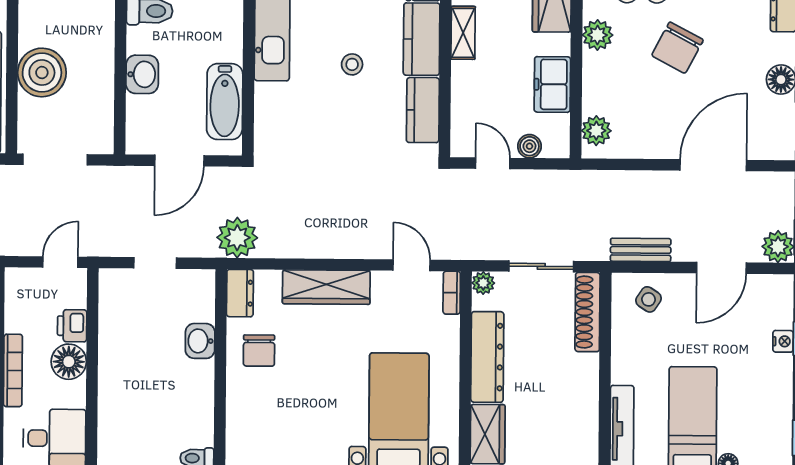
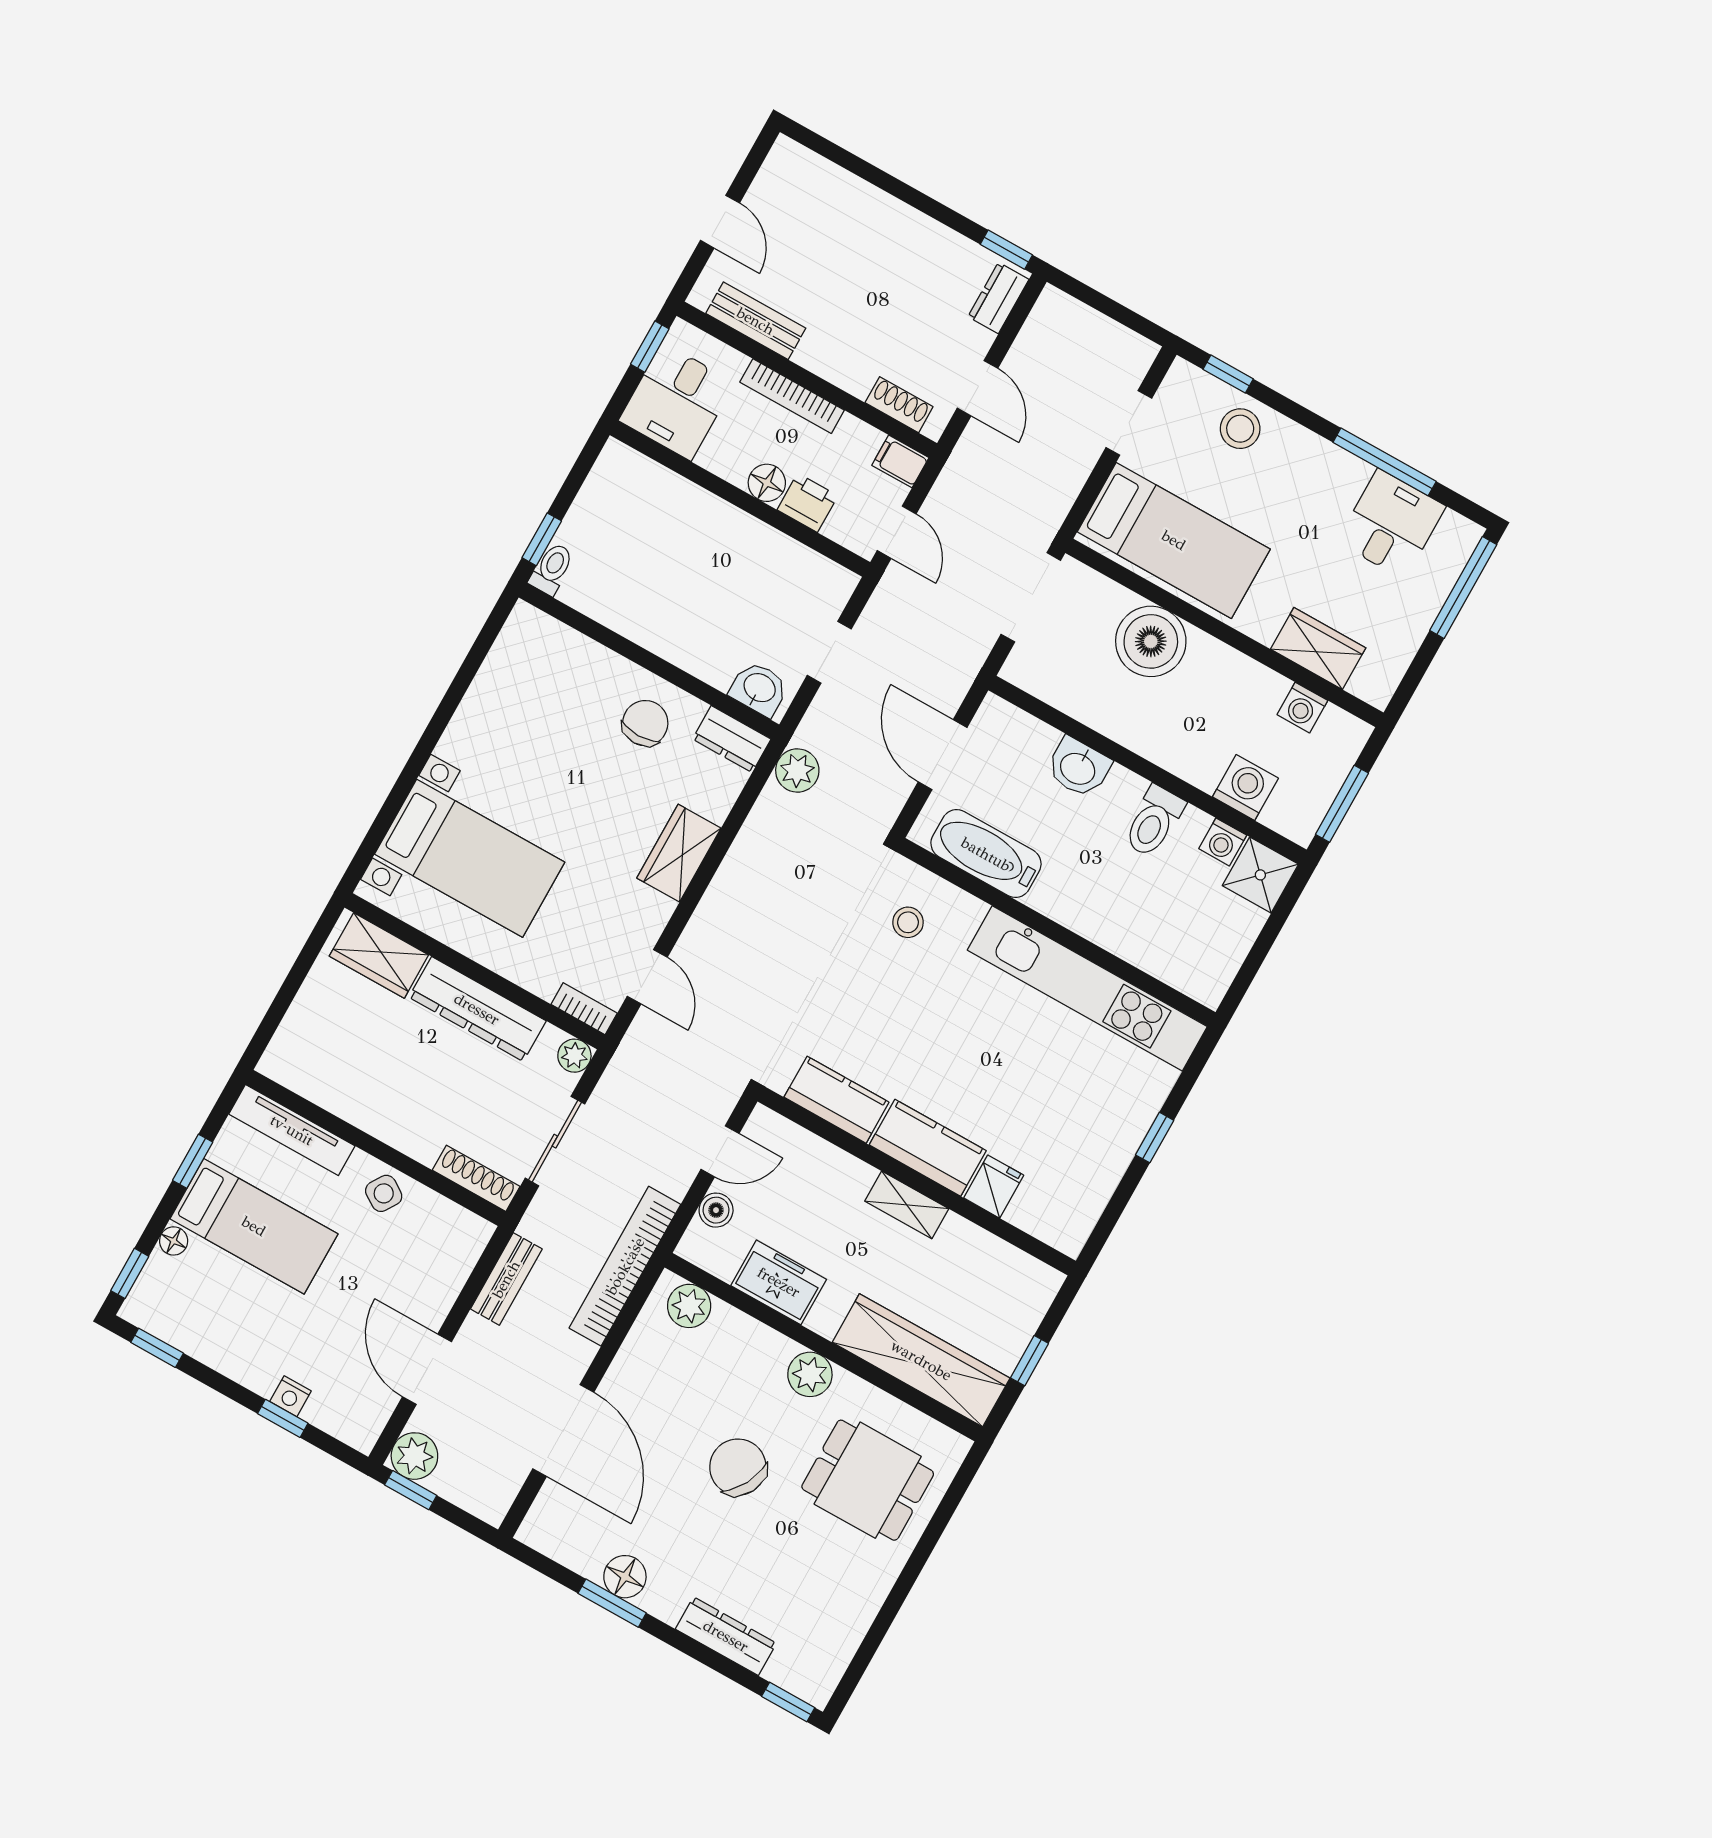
stool: (352, 64) -> (908, 922), moved
bookcase: (594, 183) -> (625, 1266), added
plant: (237, 238) -> (797, 770), width x0.73, depth x0.73
door: (412, 265) -> (647, 977), hinge flipped
filing cabinet: (16, 283) -> (900, 461), added
wardrobe: (326, 287) -> (679, 853), width x0.67
side table: (649, 299) -> (384, 1193), moved
shoe rack: (588, 312) -> (476, 1178), width x0.74, depth x0.81
washbasin: (200, 341) -> (759, 689), moved
chair: (259, 351) -> (645, 723), turned 90
floor lamp: (69, 362) -> (767, 483), width x0.73, depth x0.73

